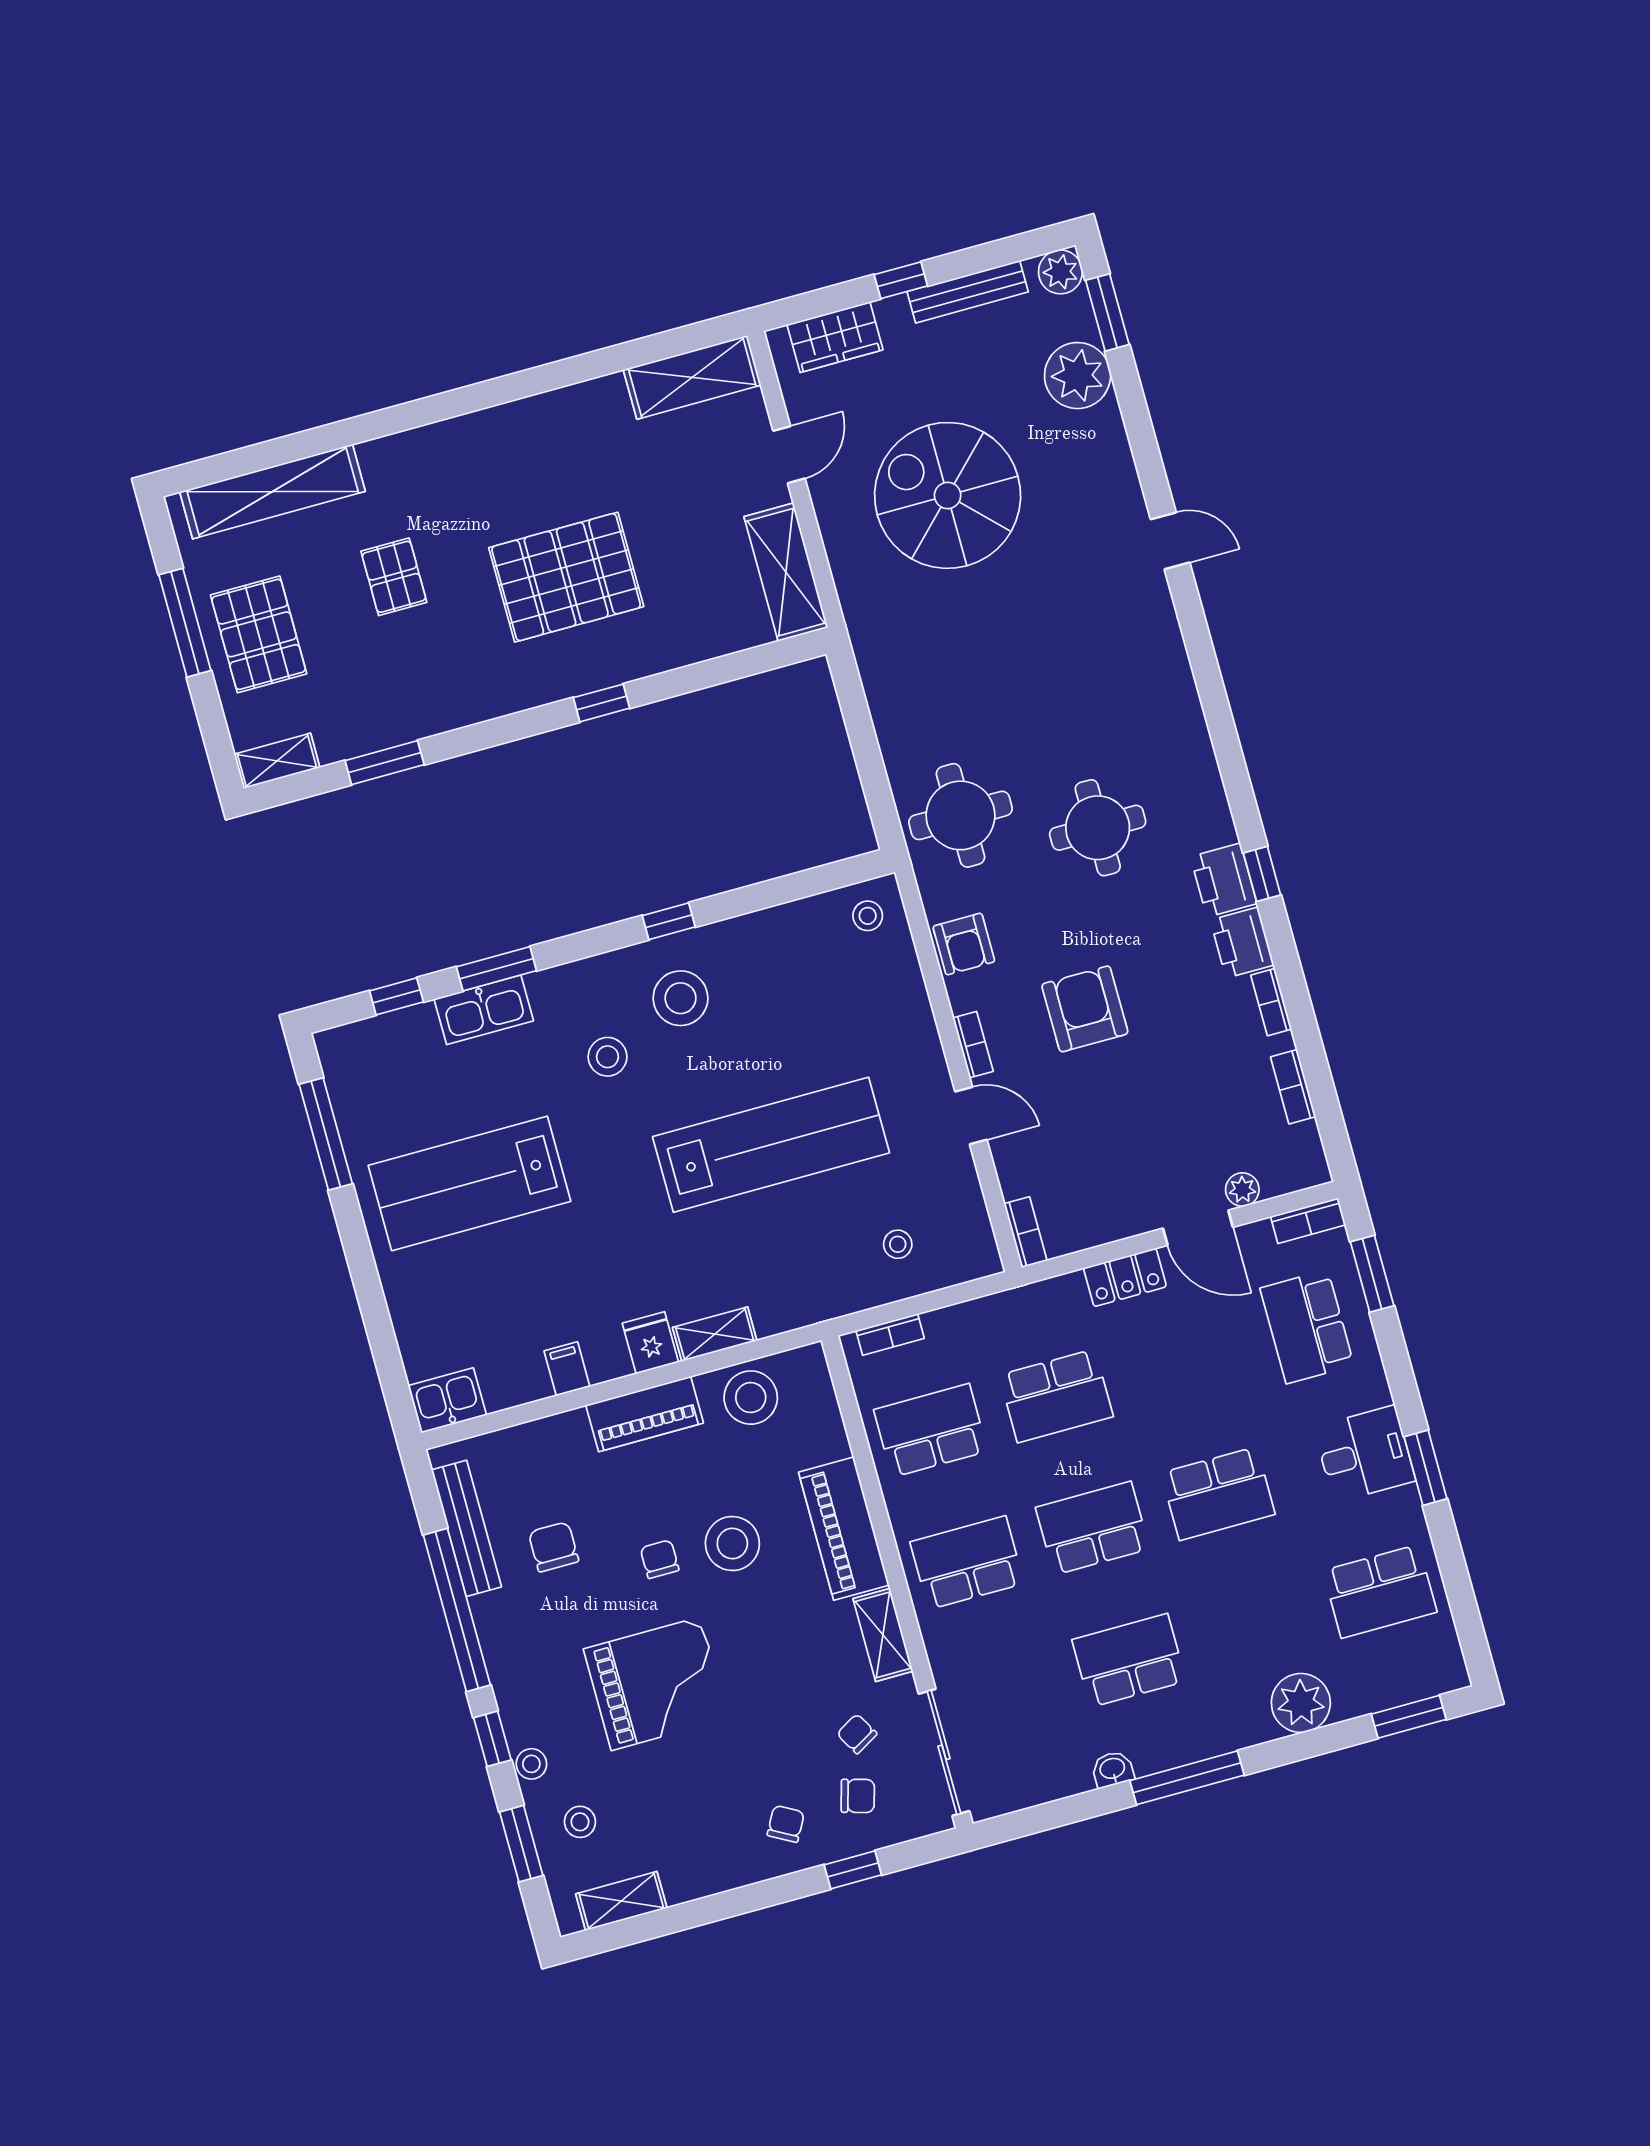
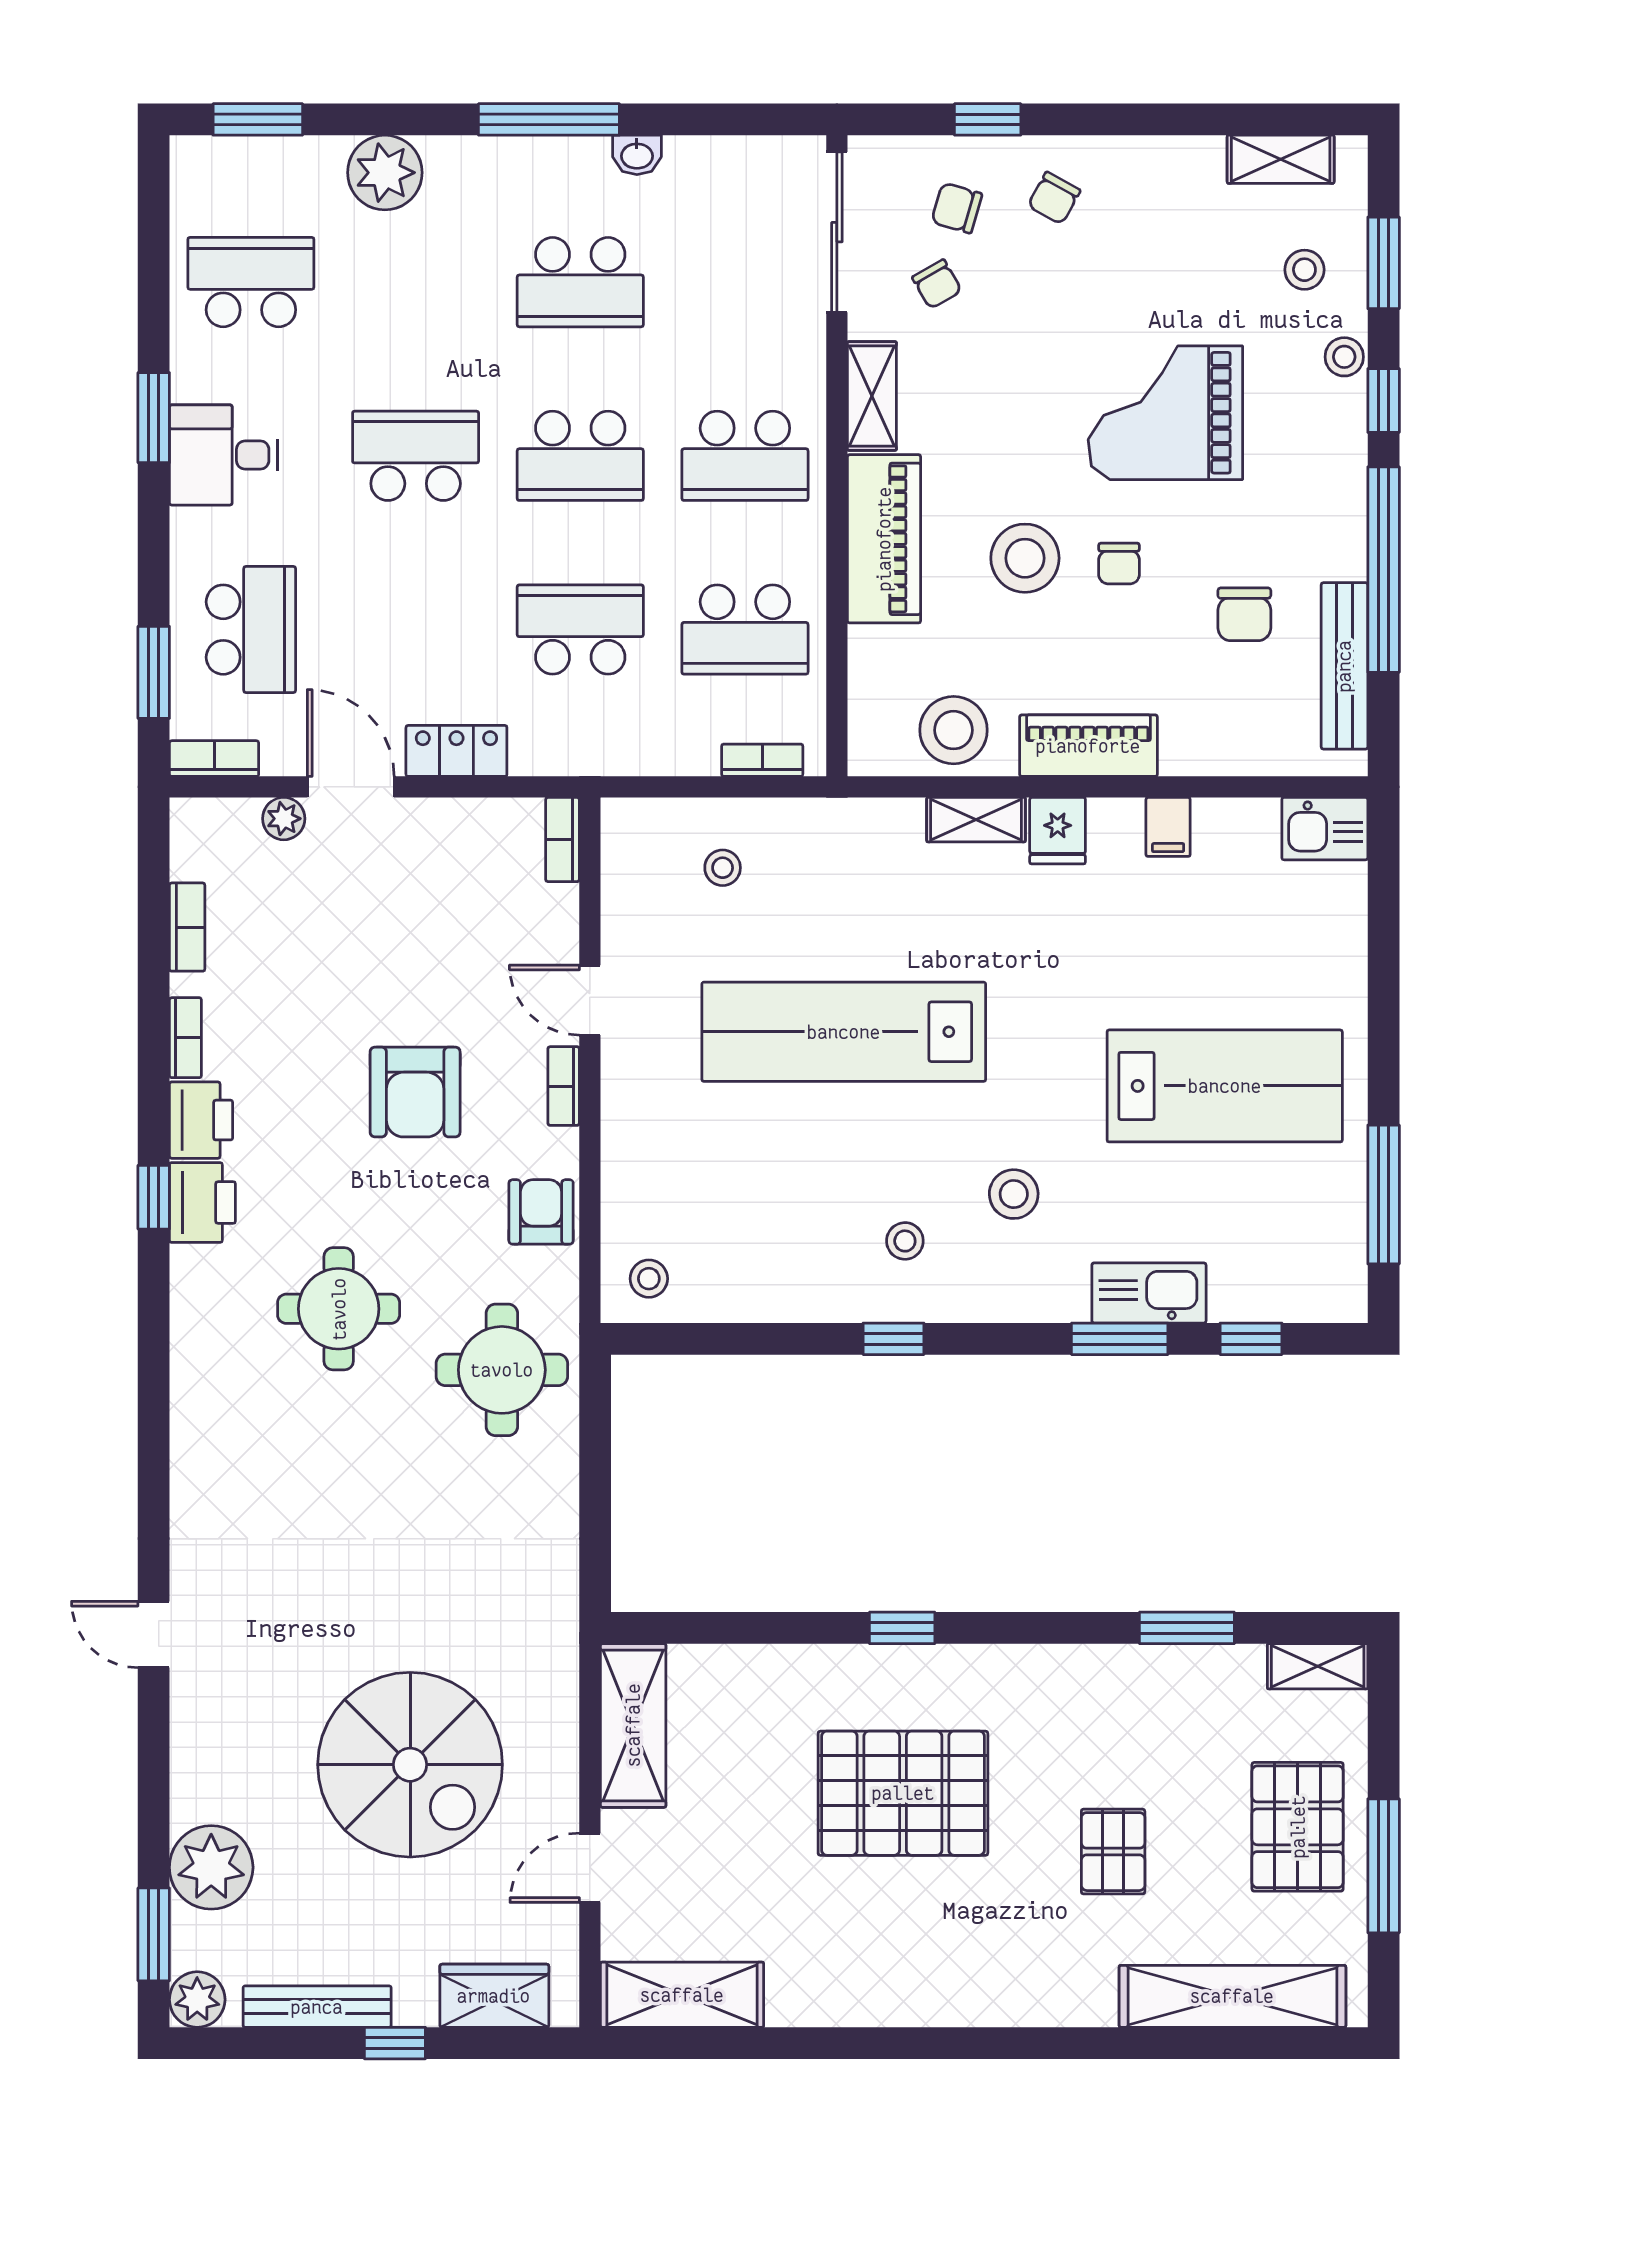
stool: (681, 998) -> (905, 1241), width x0.53, depth x0.53

